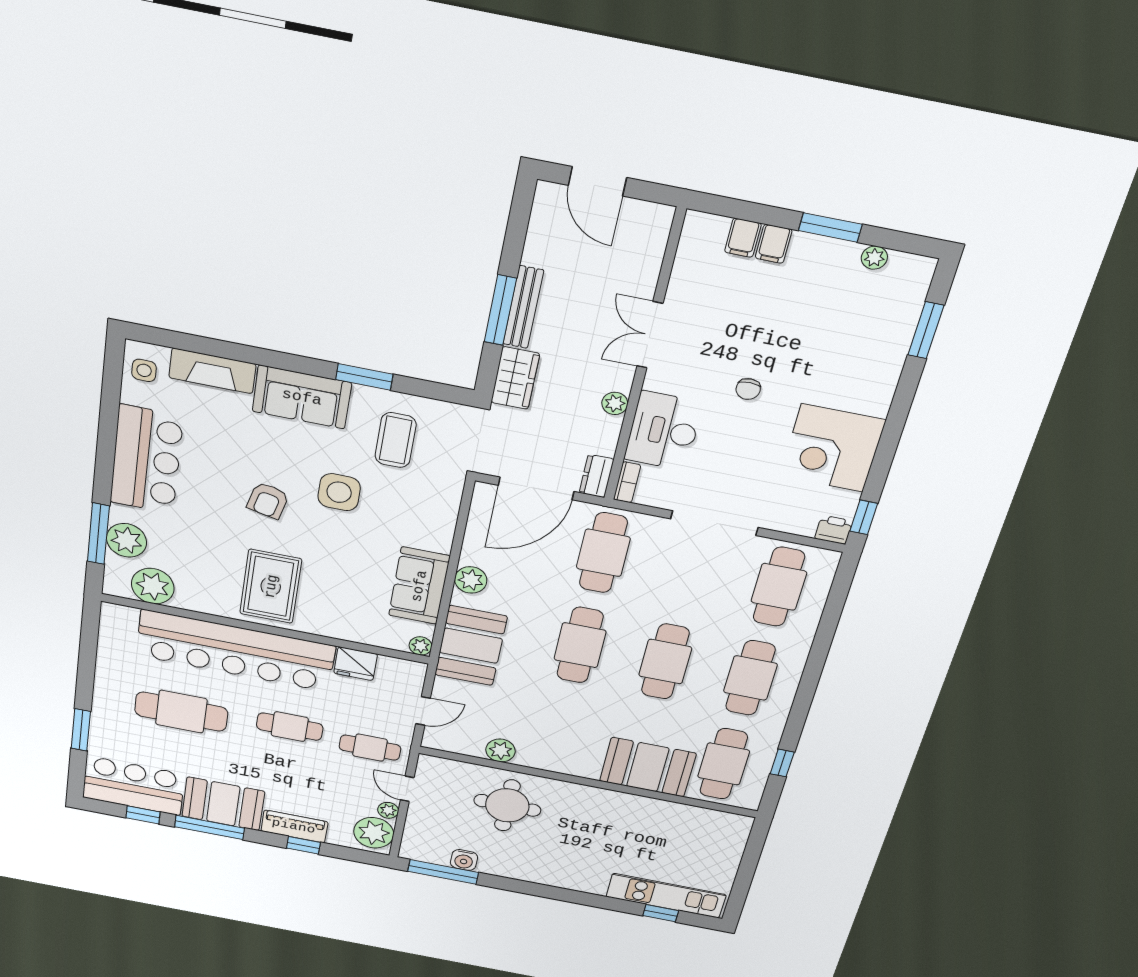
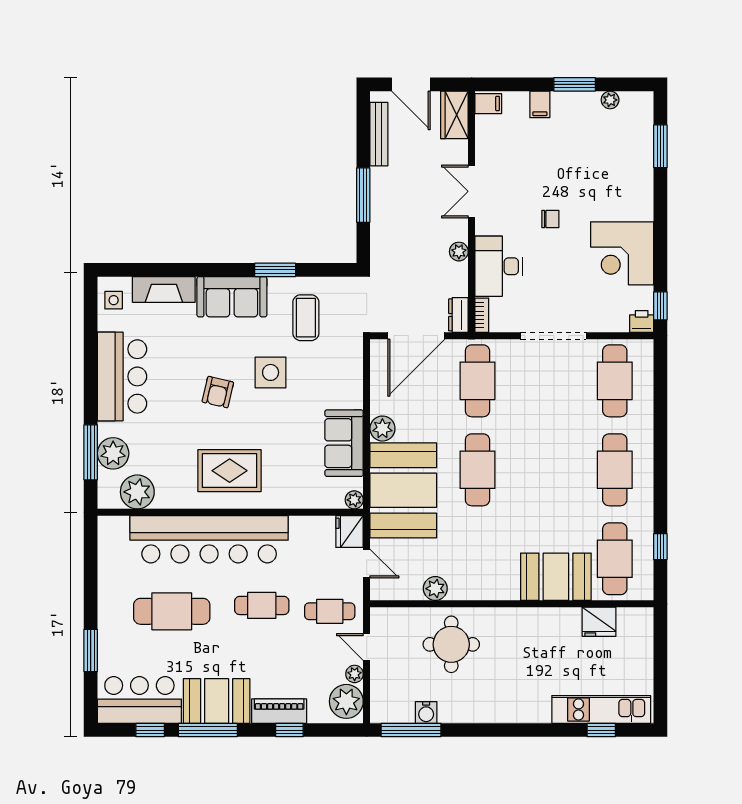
filing cabinet: (743, 238) -> (488, 104), moved, turned -90
bench: (523, 307) -> (379, 134), moved
wardrobe: (515, 378) -> (454, 115), moved, turned 180
chair: (748, 389) -> (550, 219), turned -90
rug: (271, 586) -> (230, 471), turned 90
booth: (471, 646) -> (403, 490), width x1.36, depth x1.42
cafe table: (665, 662) -> (546, 470), removed
fridge: (356, 664) -> (349, 532), moved, turned 90
door: (423, 711) -> (367, 563), hinge flipped
fridge: (687, 818) -> (599, 622), added

